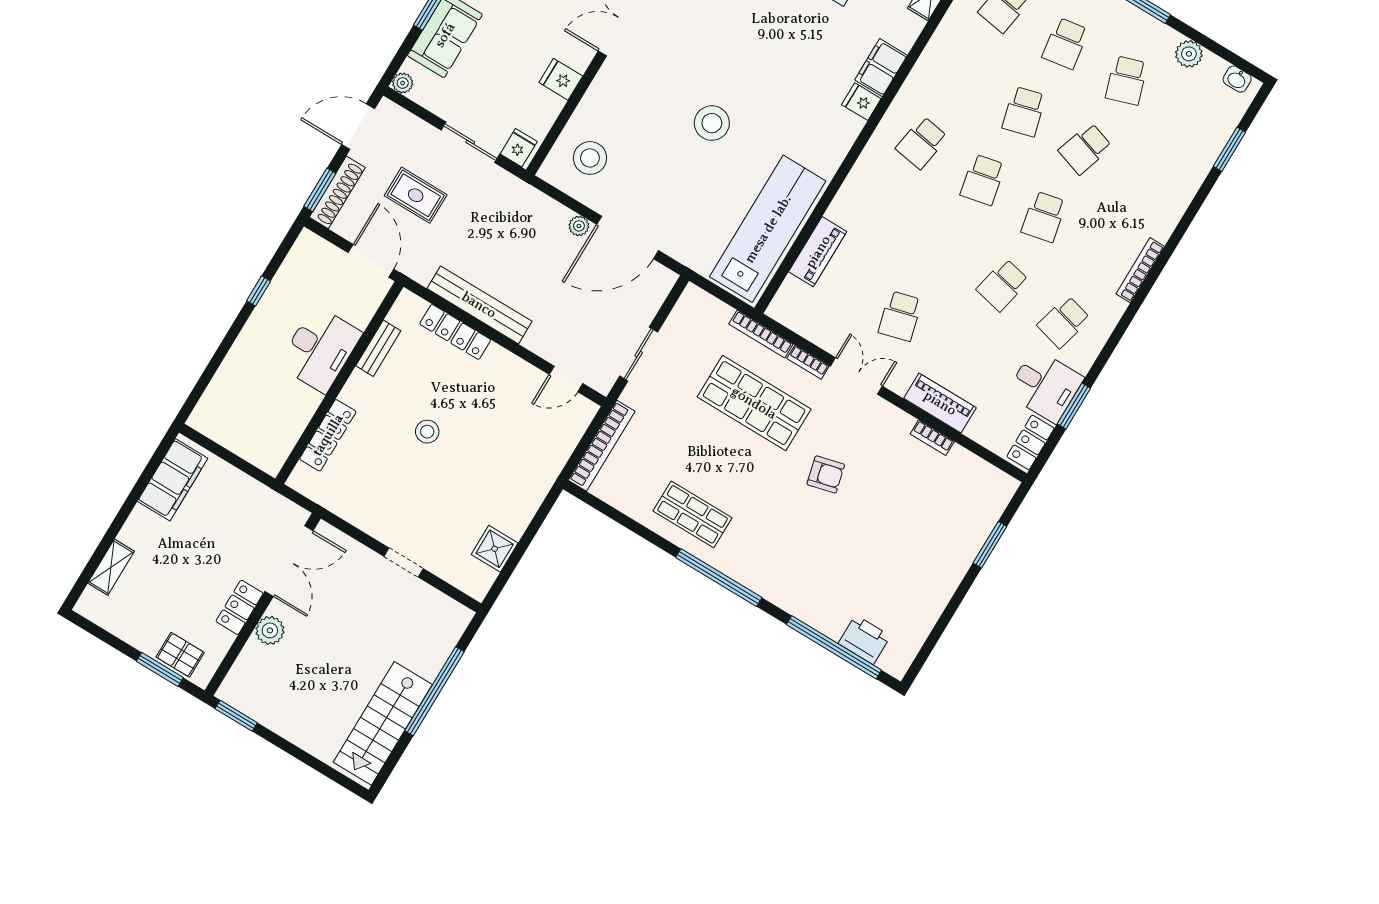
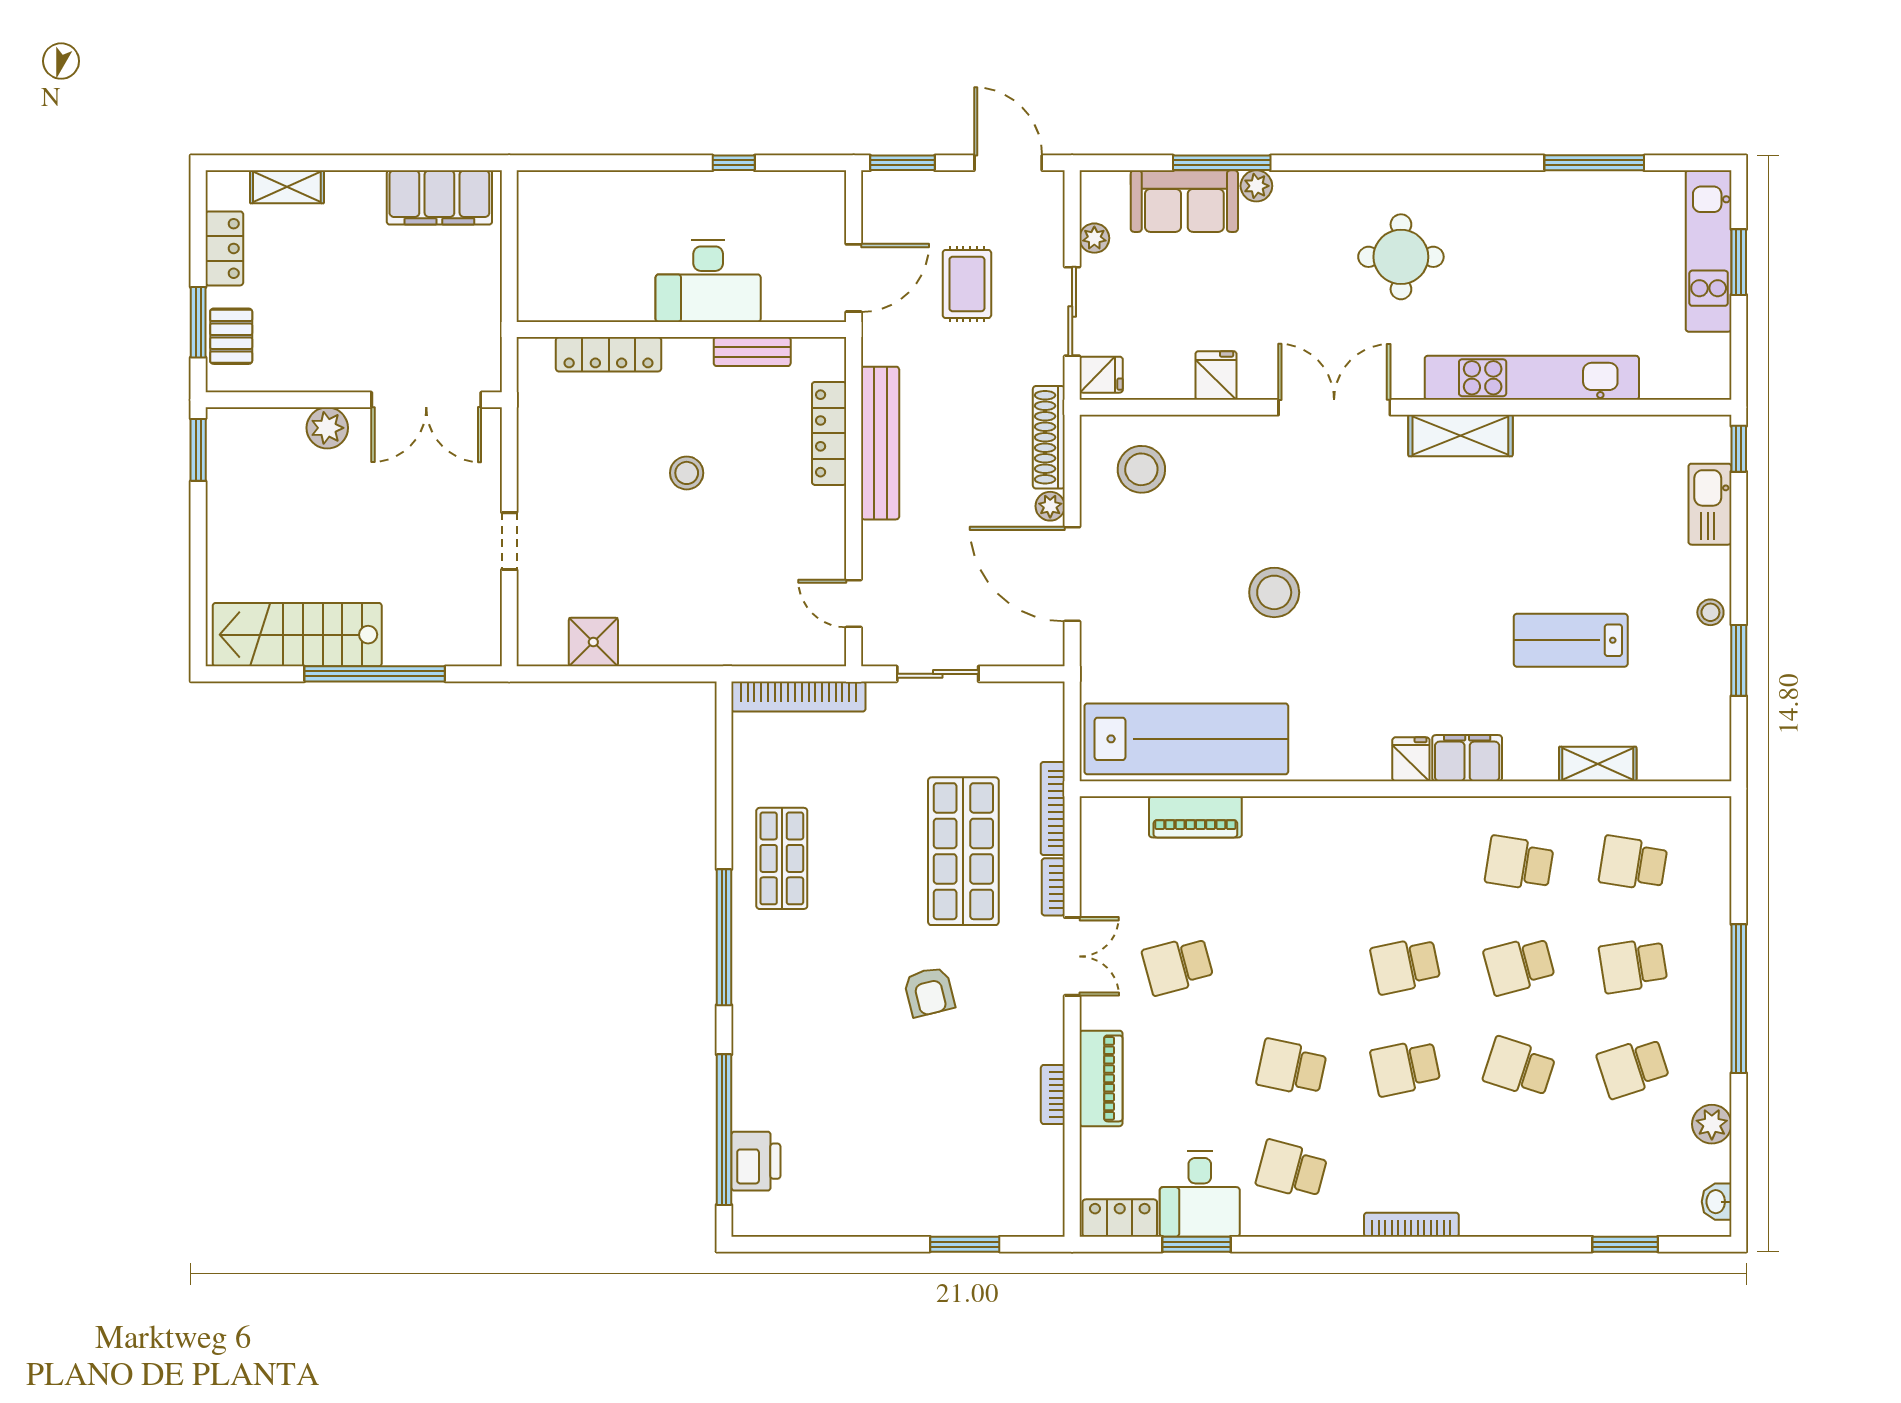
plant: (403, 83) -> (1094, 238), moved
school desk: (922, 143) -> (1519, 863), moved
shoe rack: (337, 192) -> (1049, 437), moved, turned 90
locker: (239, 607) -> (224, 248), moved, turned 90

